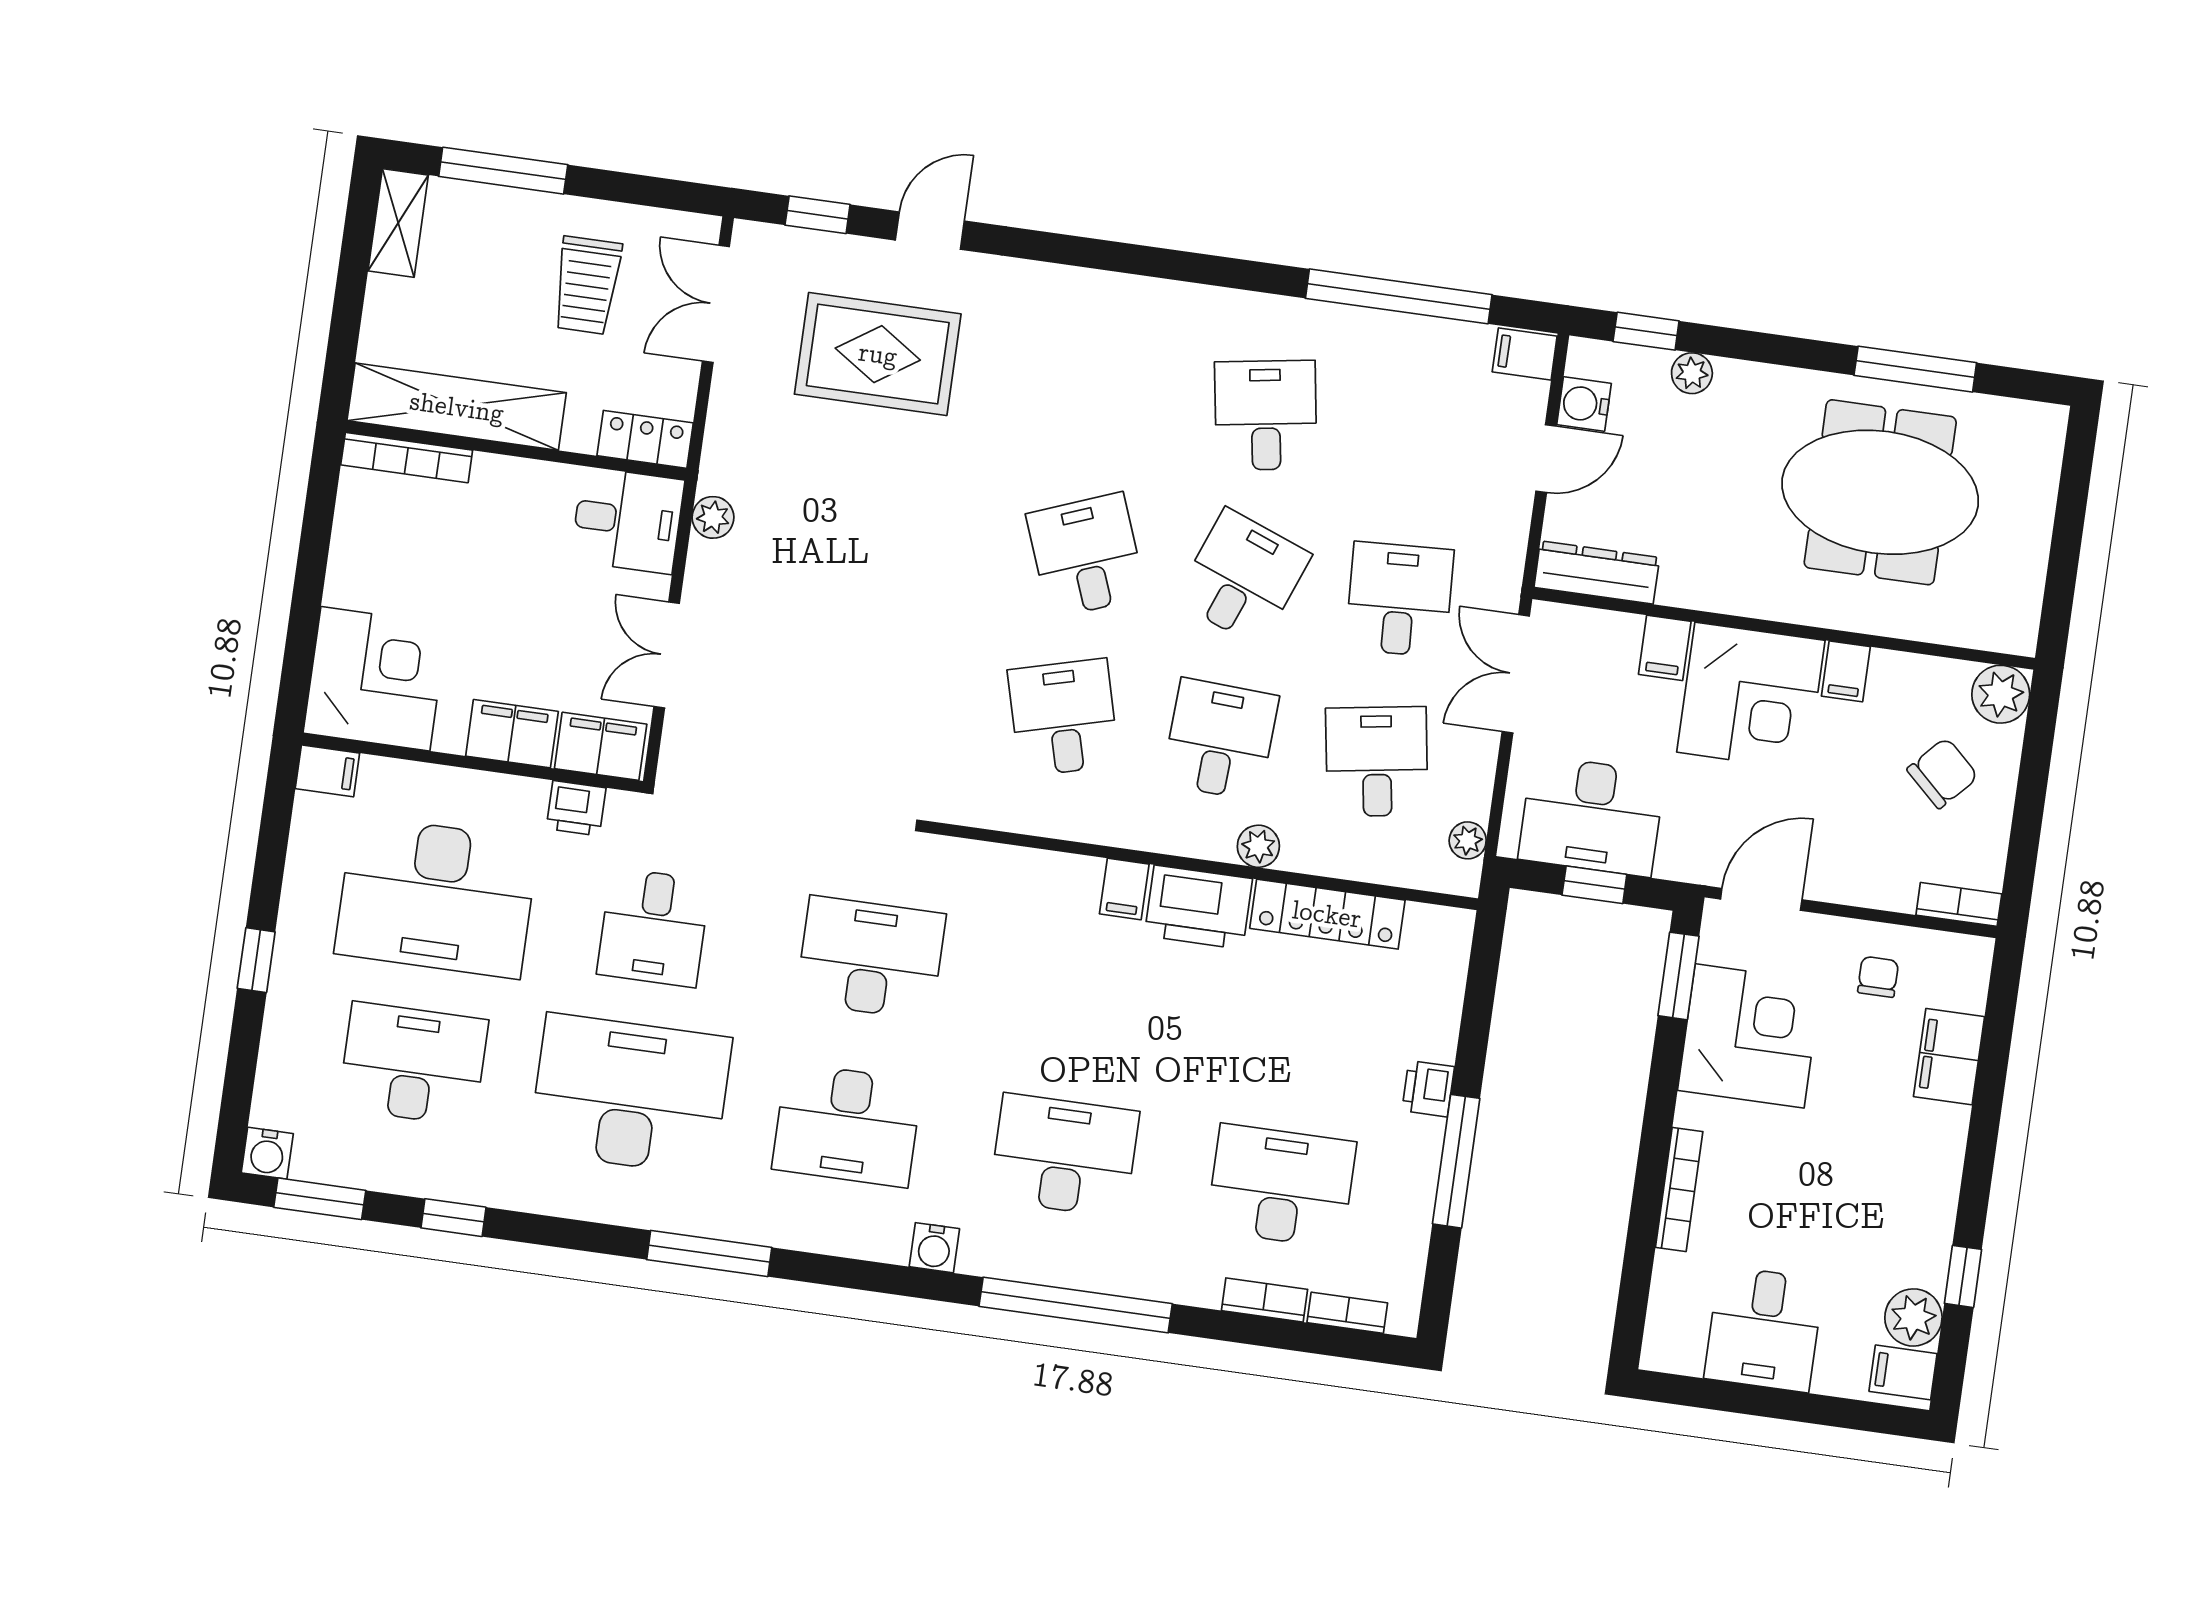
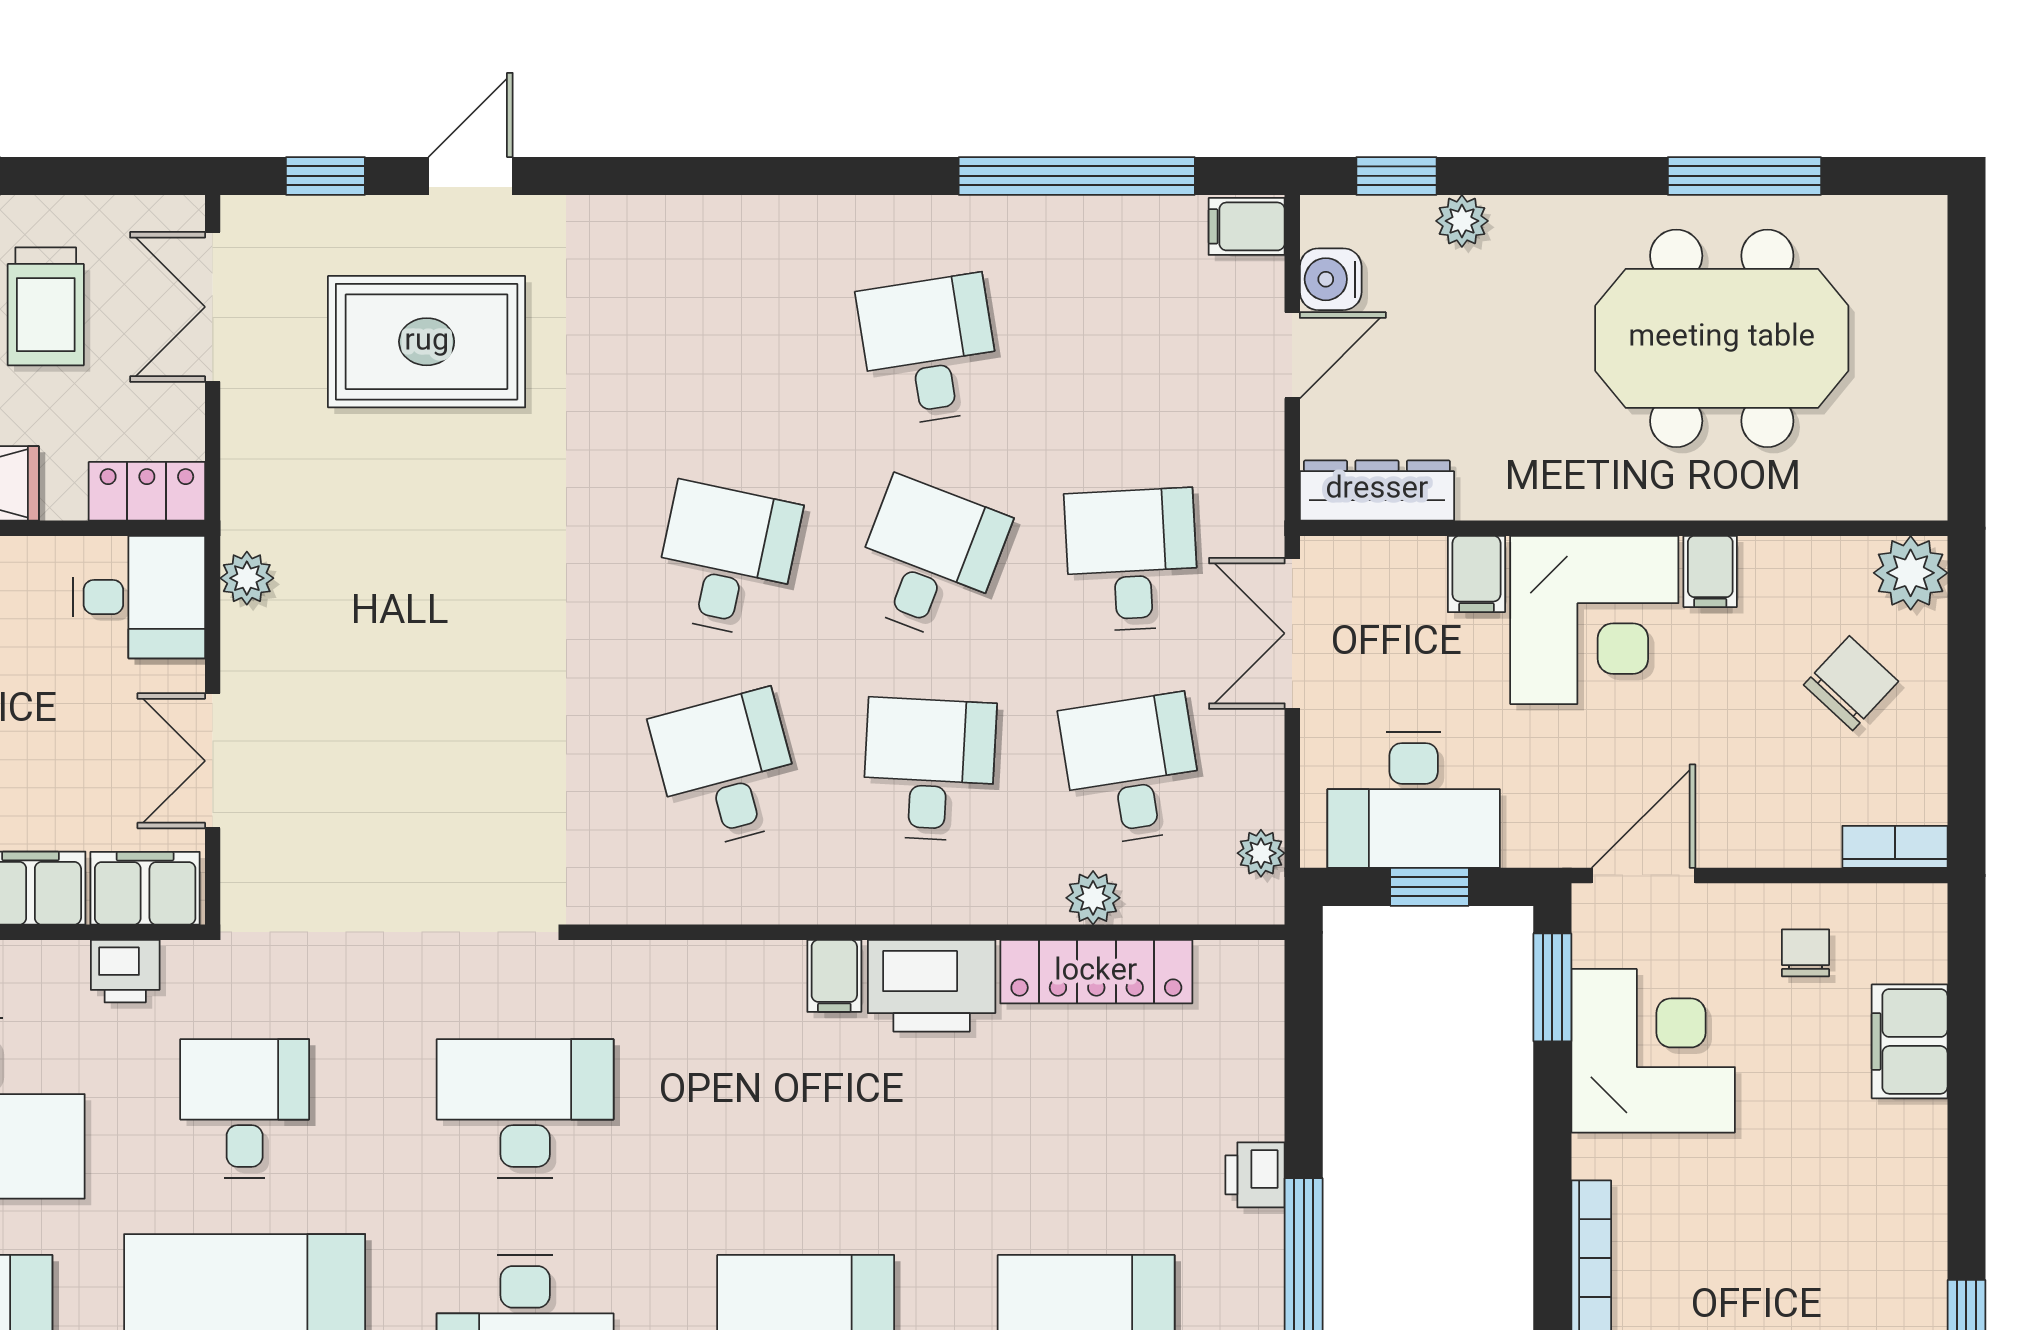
desk: (1086, 555) -> (727, 560), turned 33
plant: (1258, 846) -> (1093, 898), moved
desk: (654, 927) -> (245, 1108), turned 180

